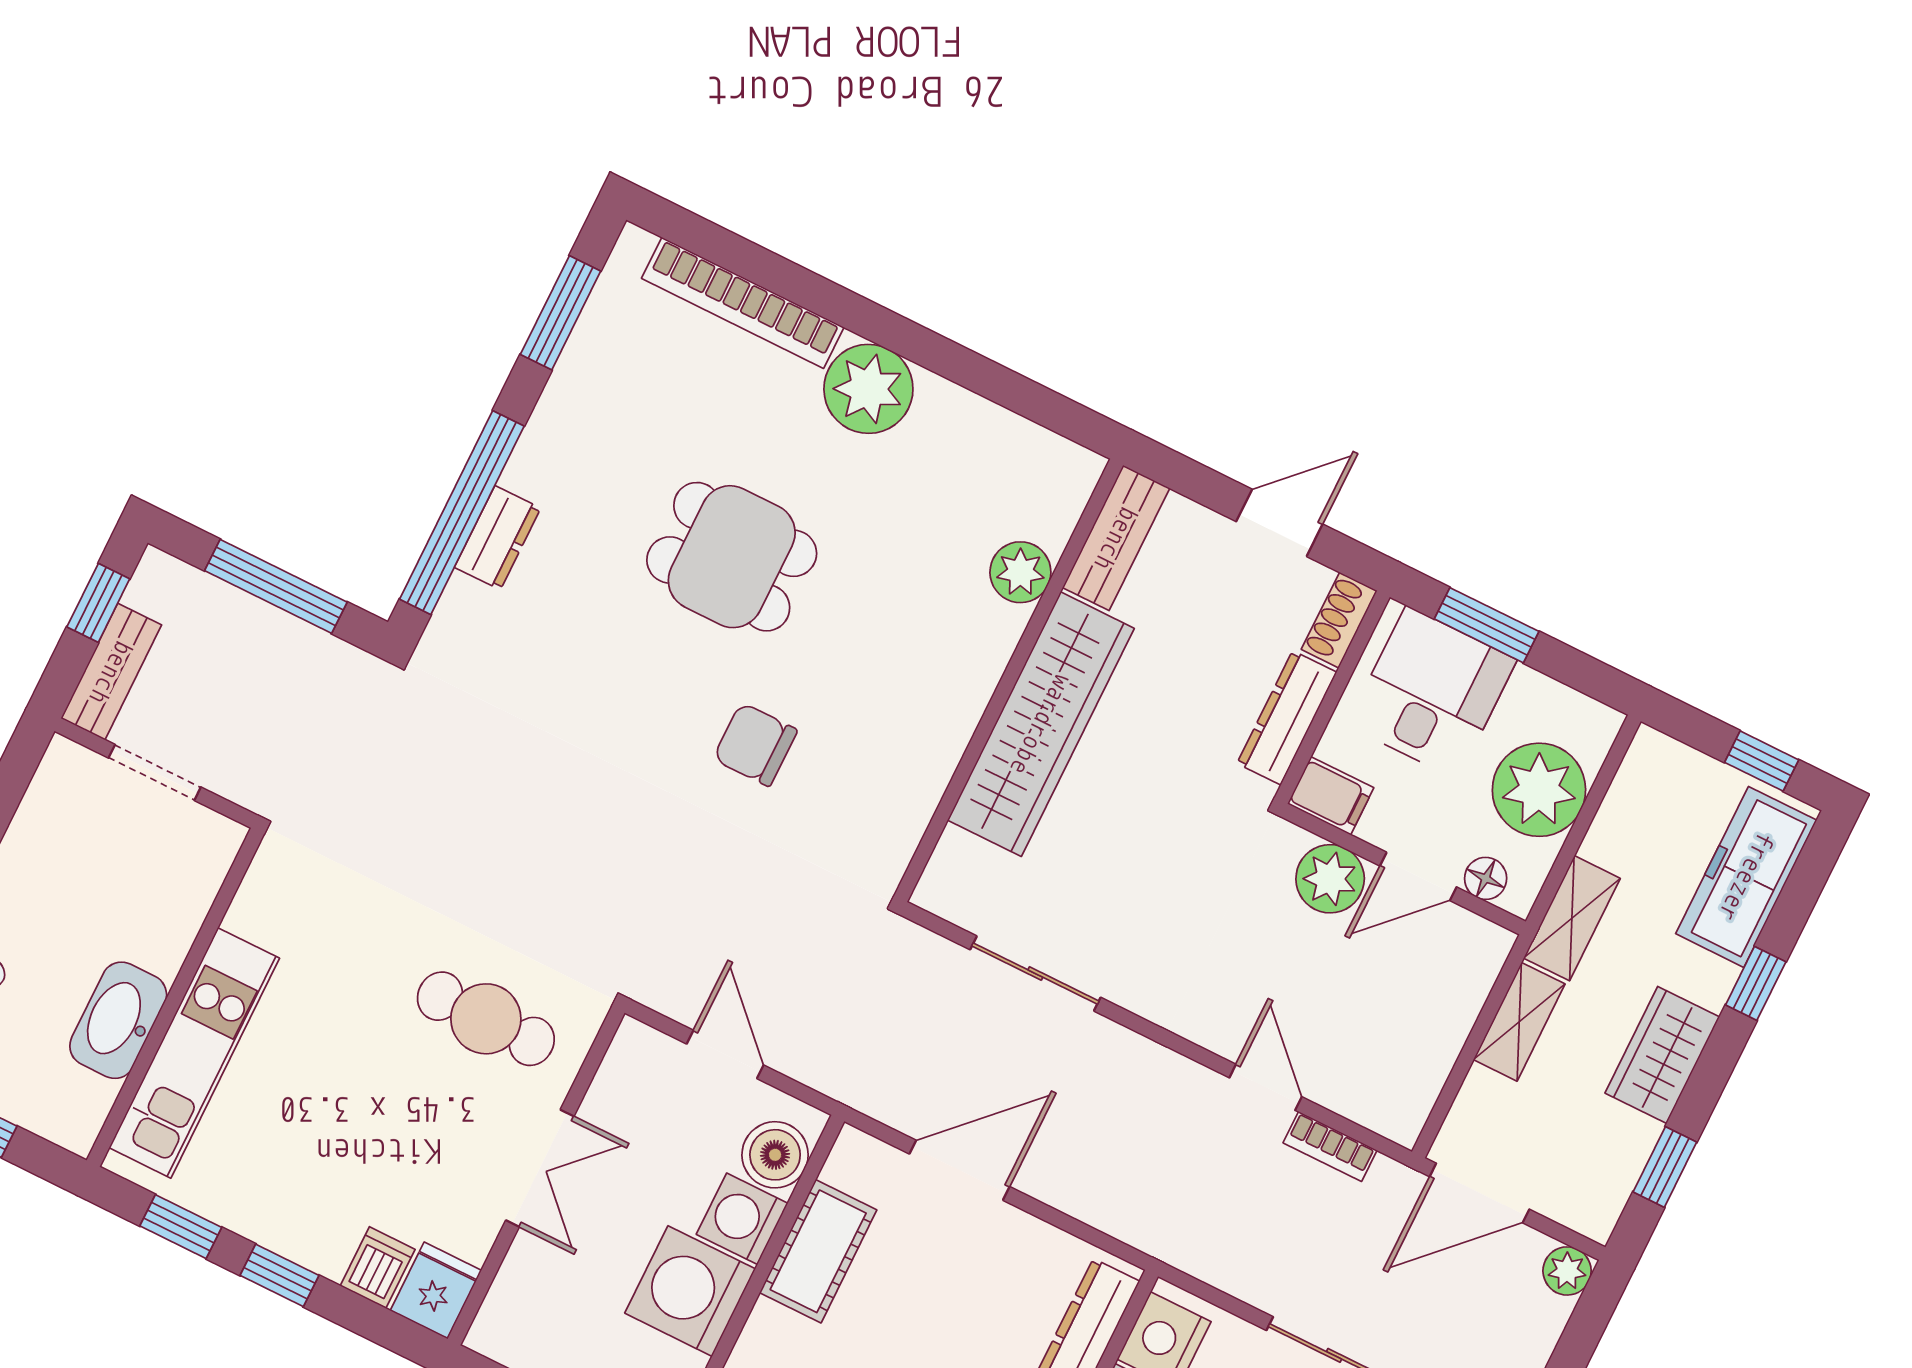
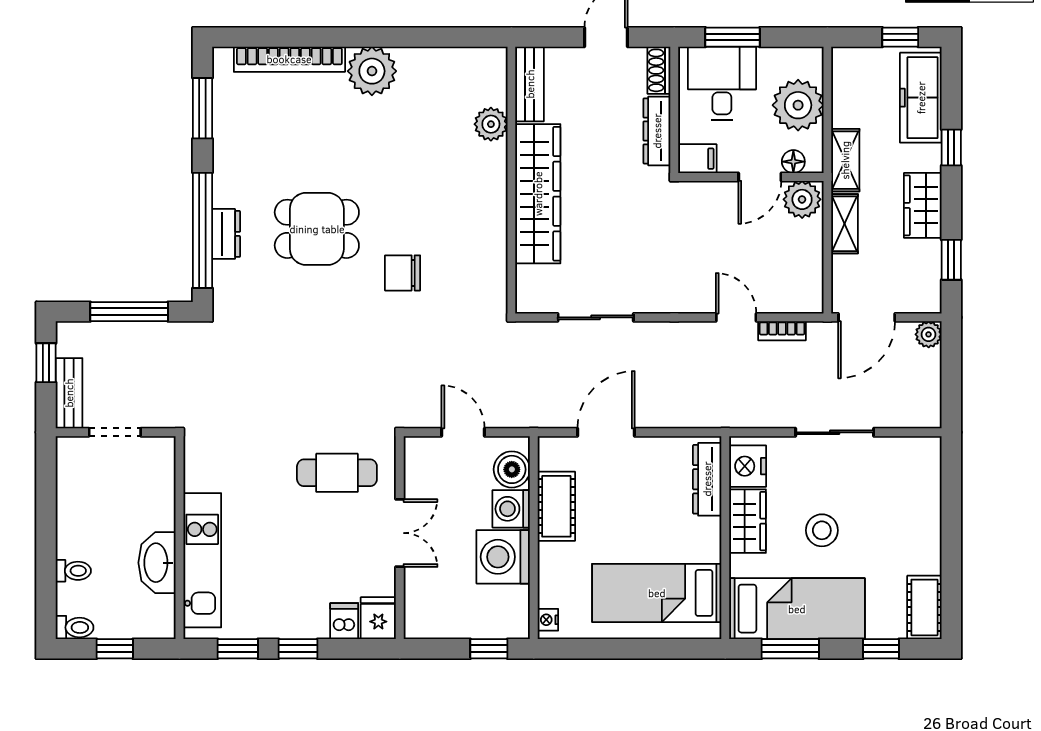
dining table: (732, 557) -> (317, 229), moved
plant: (1330, 879) -> (802, 199), moved

